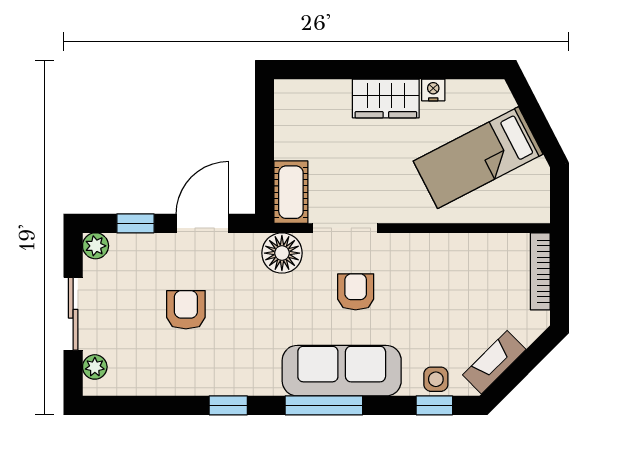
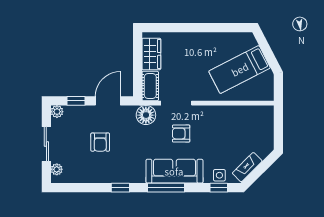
nightstand: (433, 90) -> (218, 37), removed
wardrobe: (386, 98) -> (151, 54), moved, turned -90
bookcase: (540, 271) -> (269, 124), removed
armchair: (356, 292) -> (181, 134), turned -90
armchair: (186, 310) -> (100, 142), turned 180

